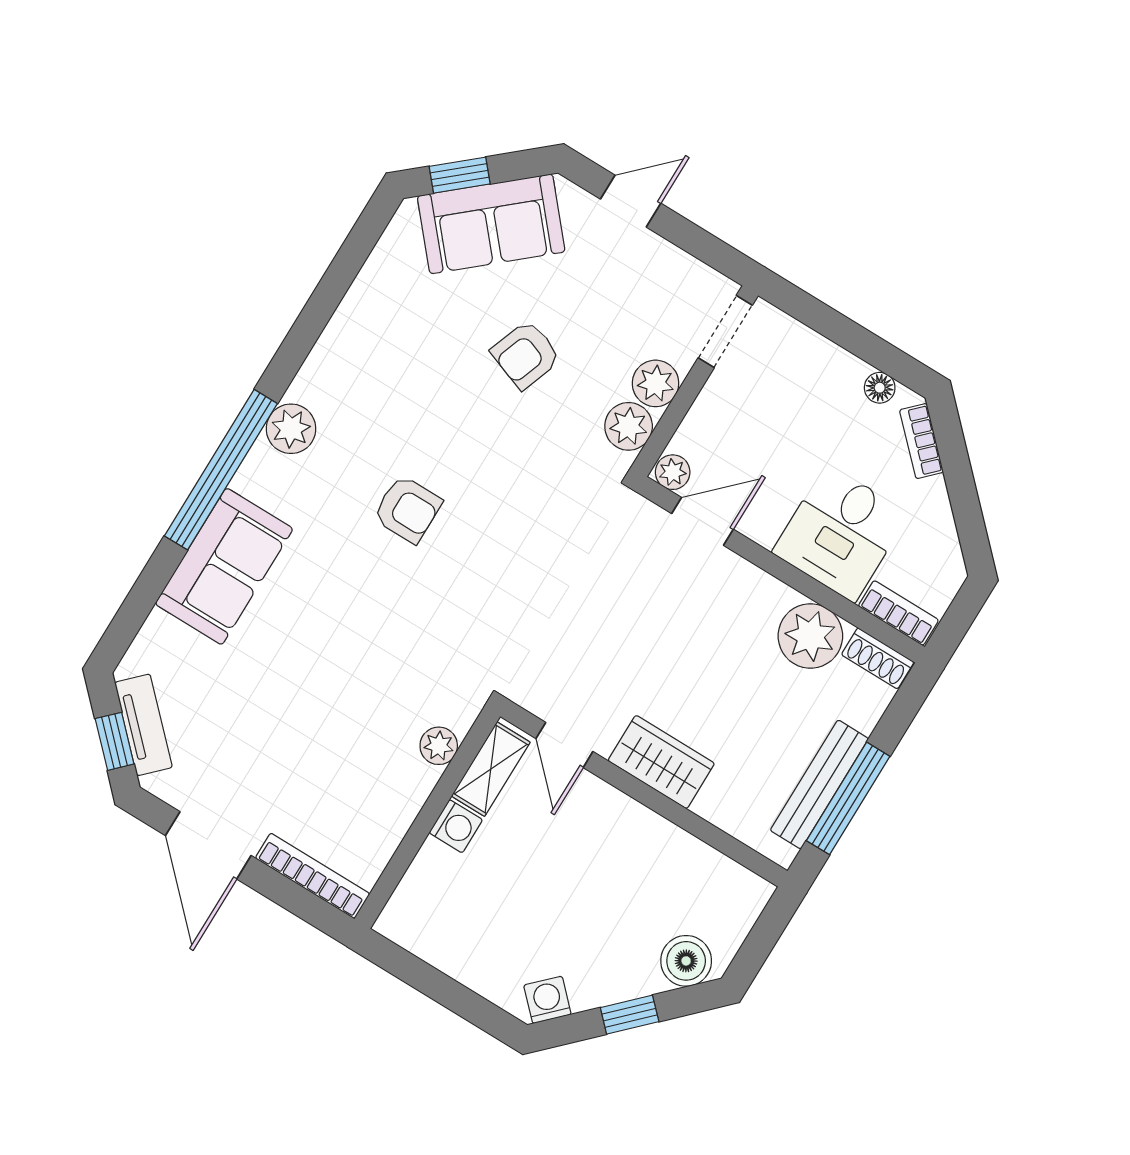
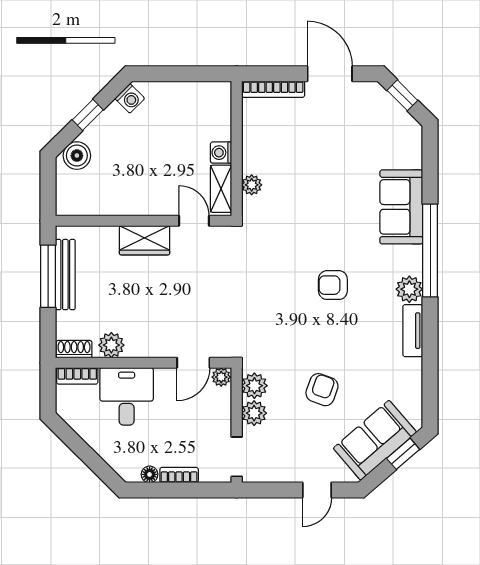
bookcase: (921, 441) -> (179, 475), moved, turned -45
plant: (810, 636) -> (111, 345), width x0.73, depth x0.73
tv unit: (143, 725) -> (413, 331), moved, turned 45

